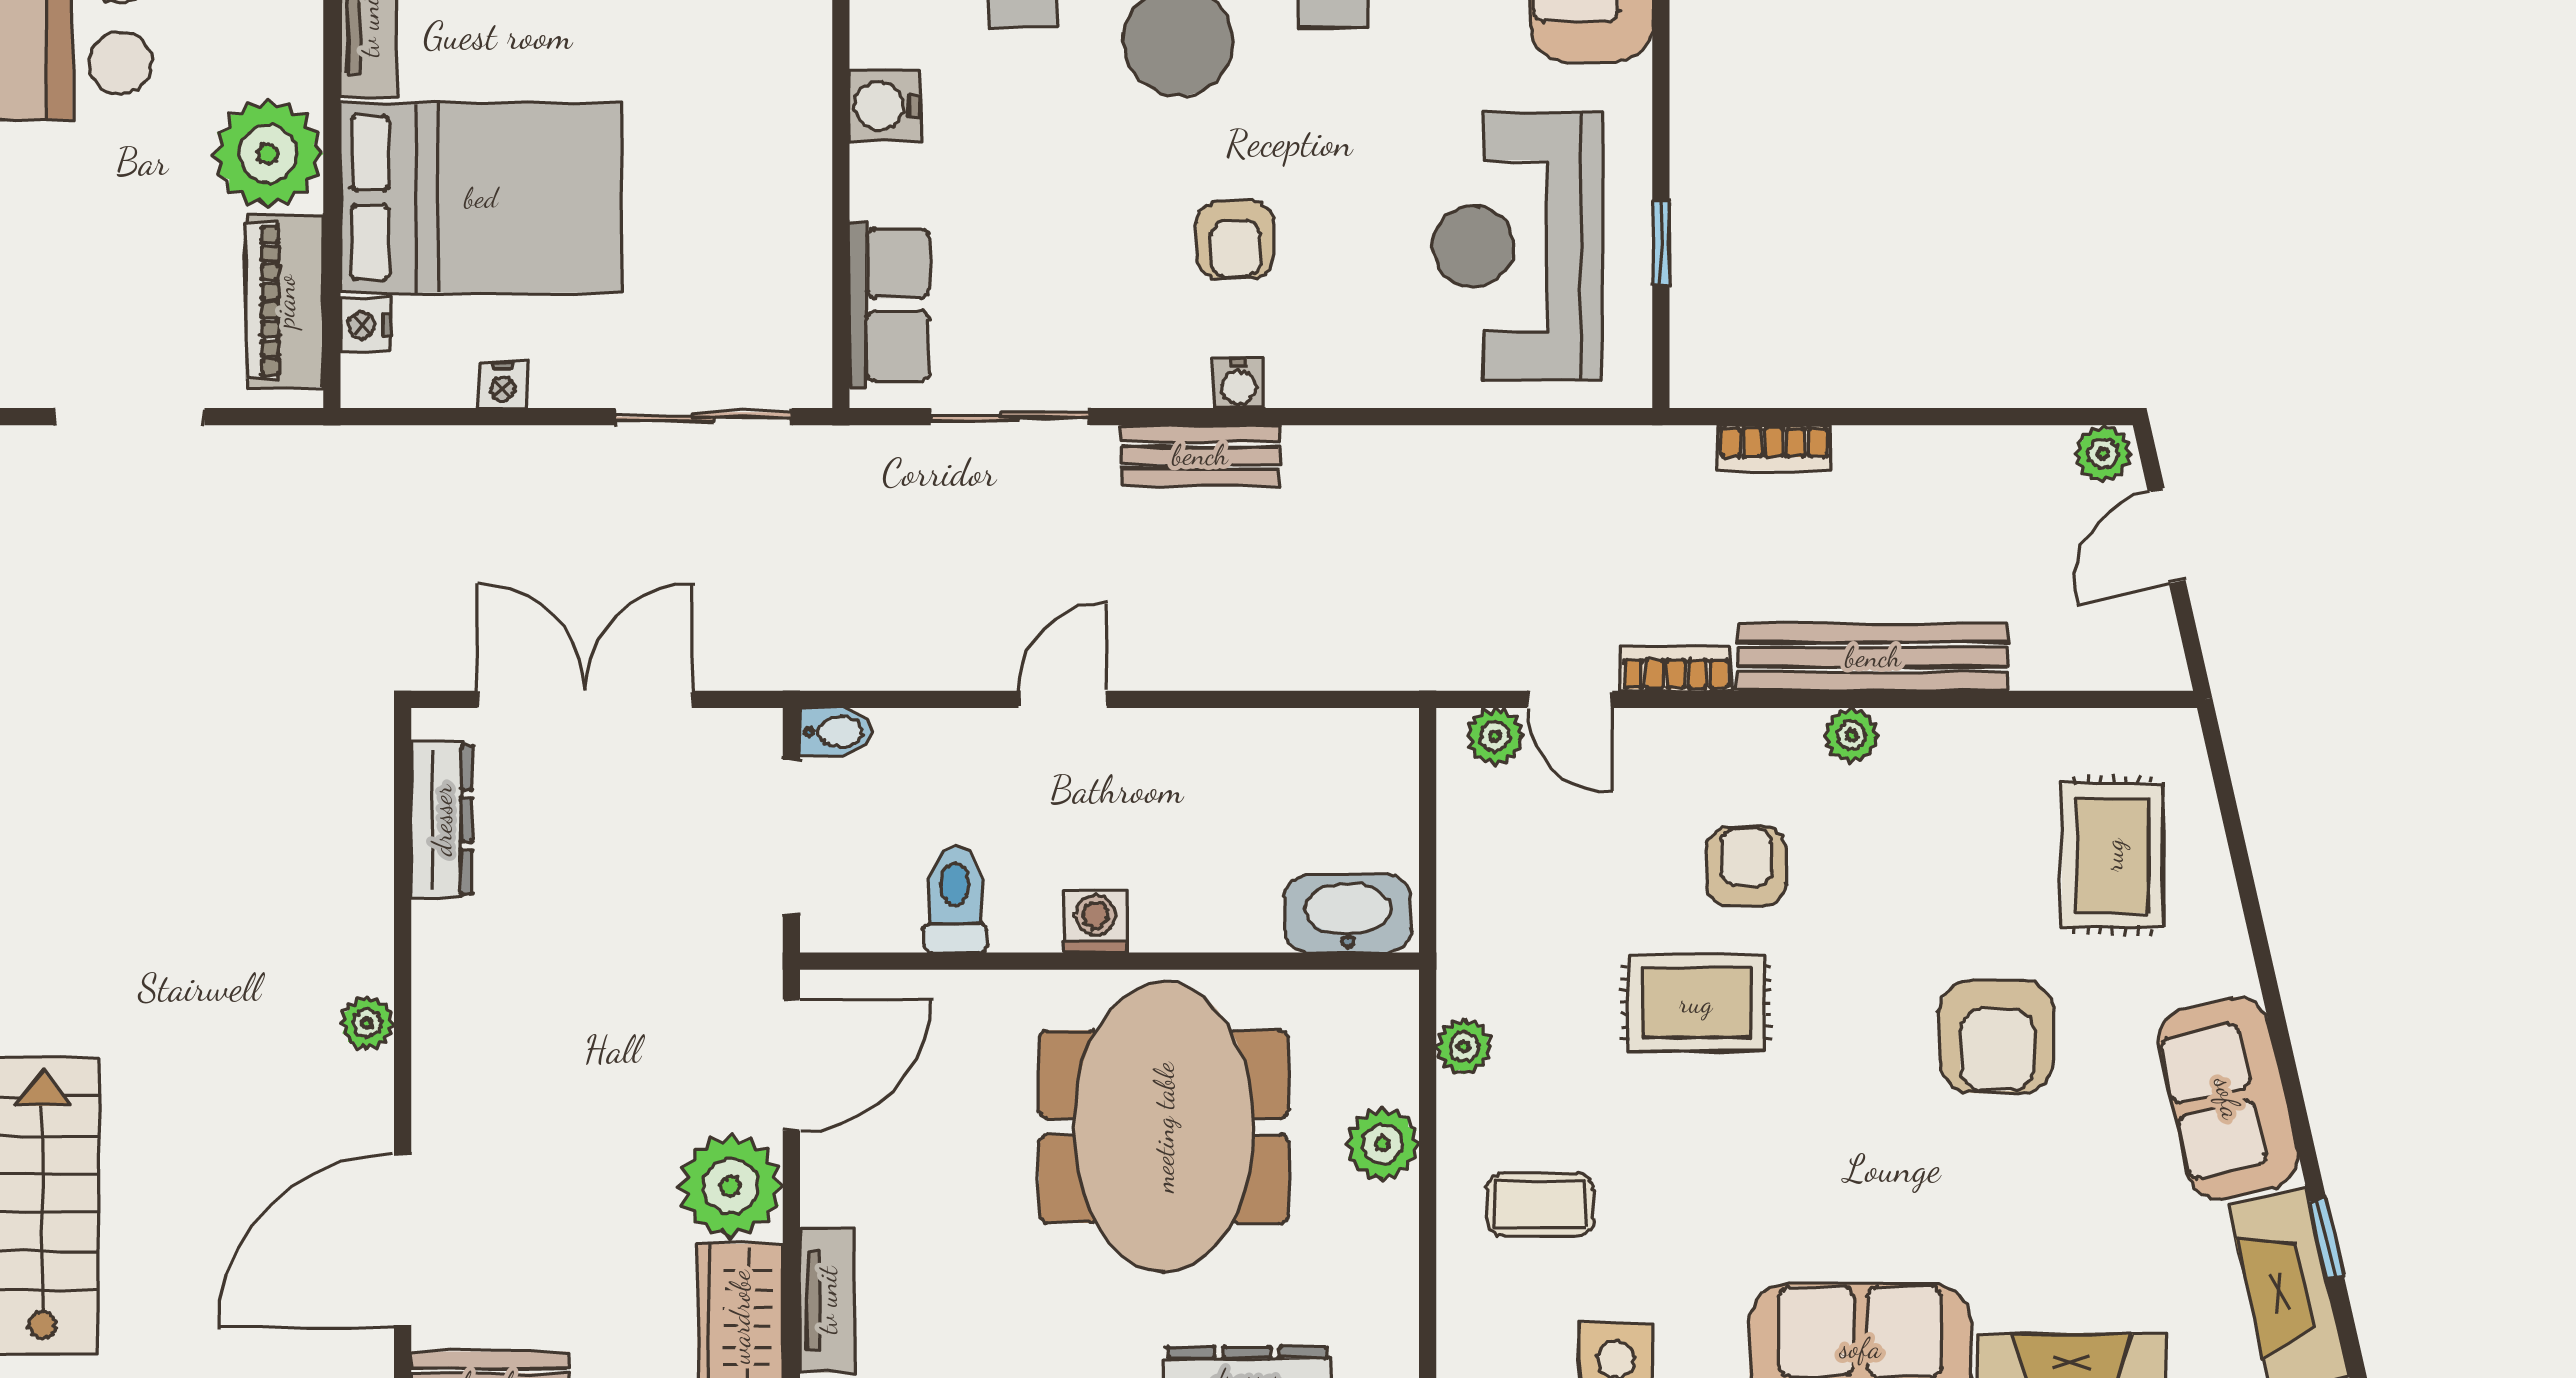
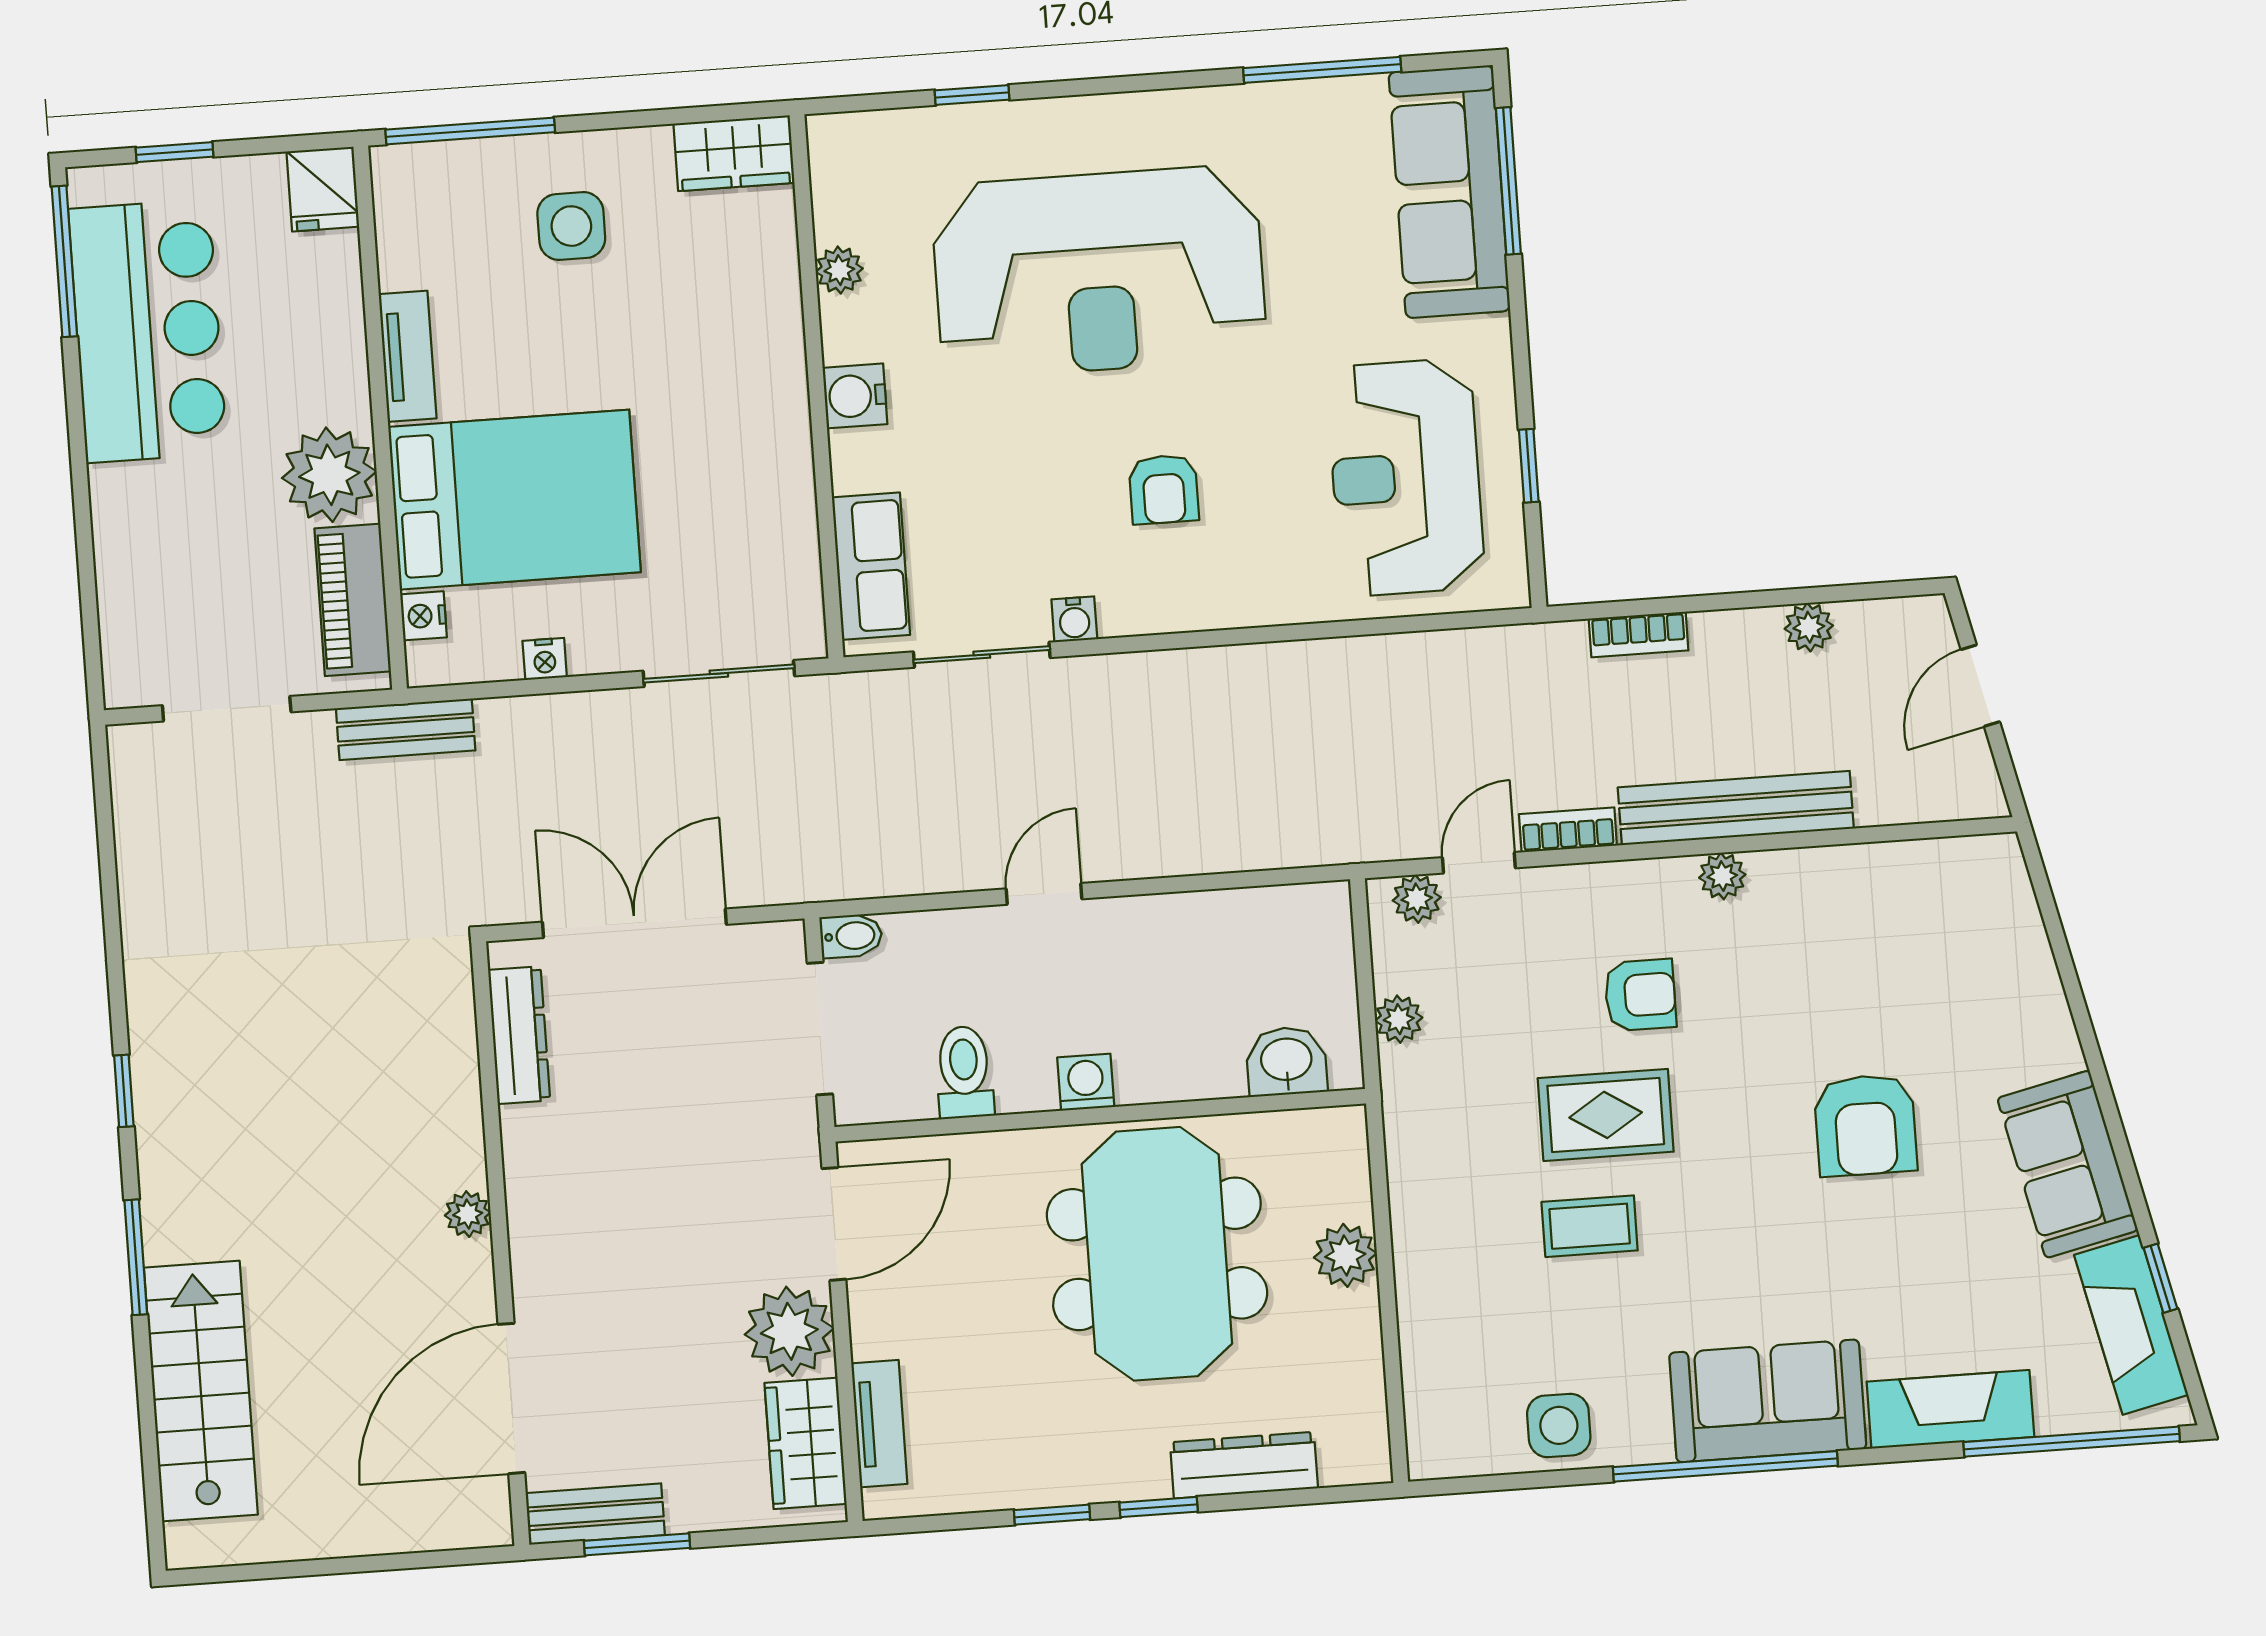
water cooler: (1239, 383) -> (1074, 619), moved
plant: (2103, 454) -> (1809, 627), moved
bench: (1200, 455) -> (406, 729), moved
door: (1570, 699) -> (1479, 863), swing flipped
rug: (2113, 855) -> (1954, 963), removed
armchair: (1746, 866) -> (1640, 995), turned 90
washbasin: (1348, 914) -> (1286, 1061), width x0.72
plant: (1464, 1047) -> (1399, 1019), moved
coffee table: (1540, 1204) -> (1590, 1226), moved

